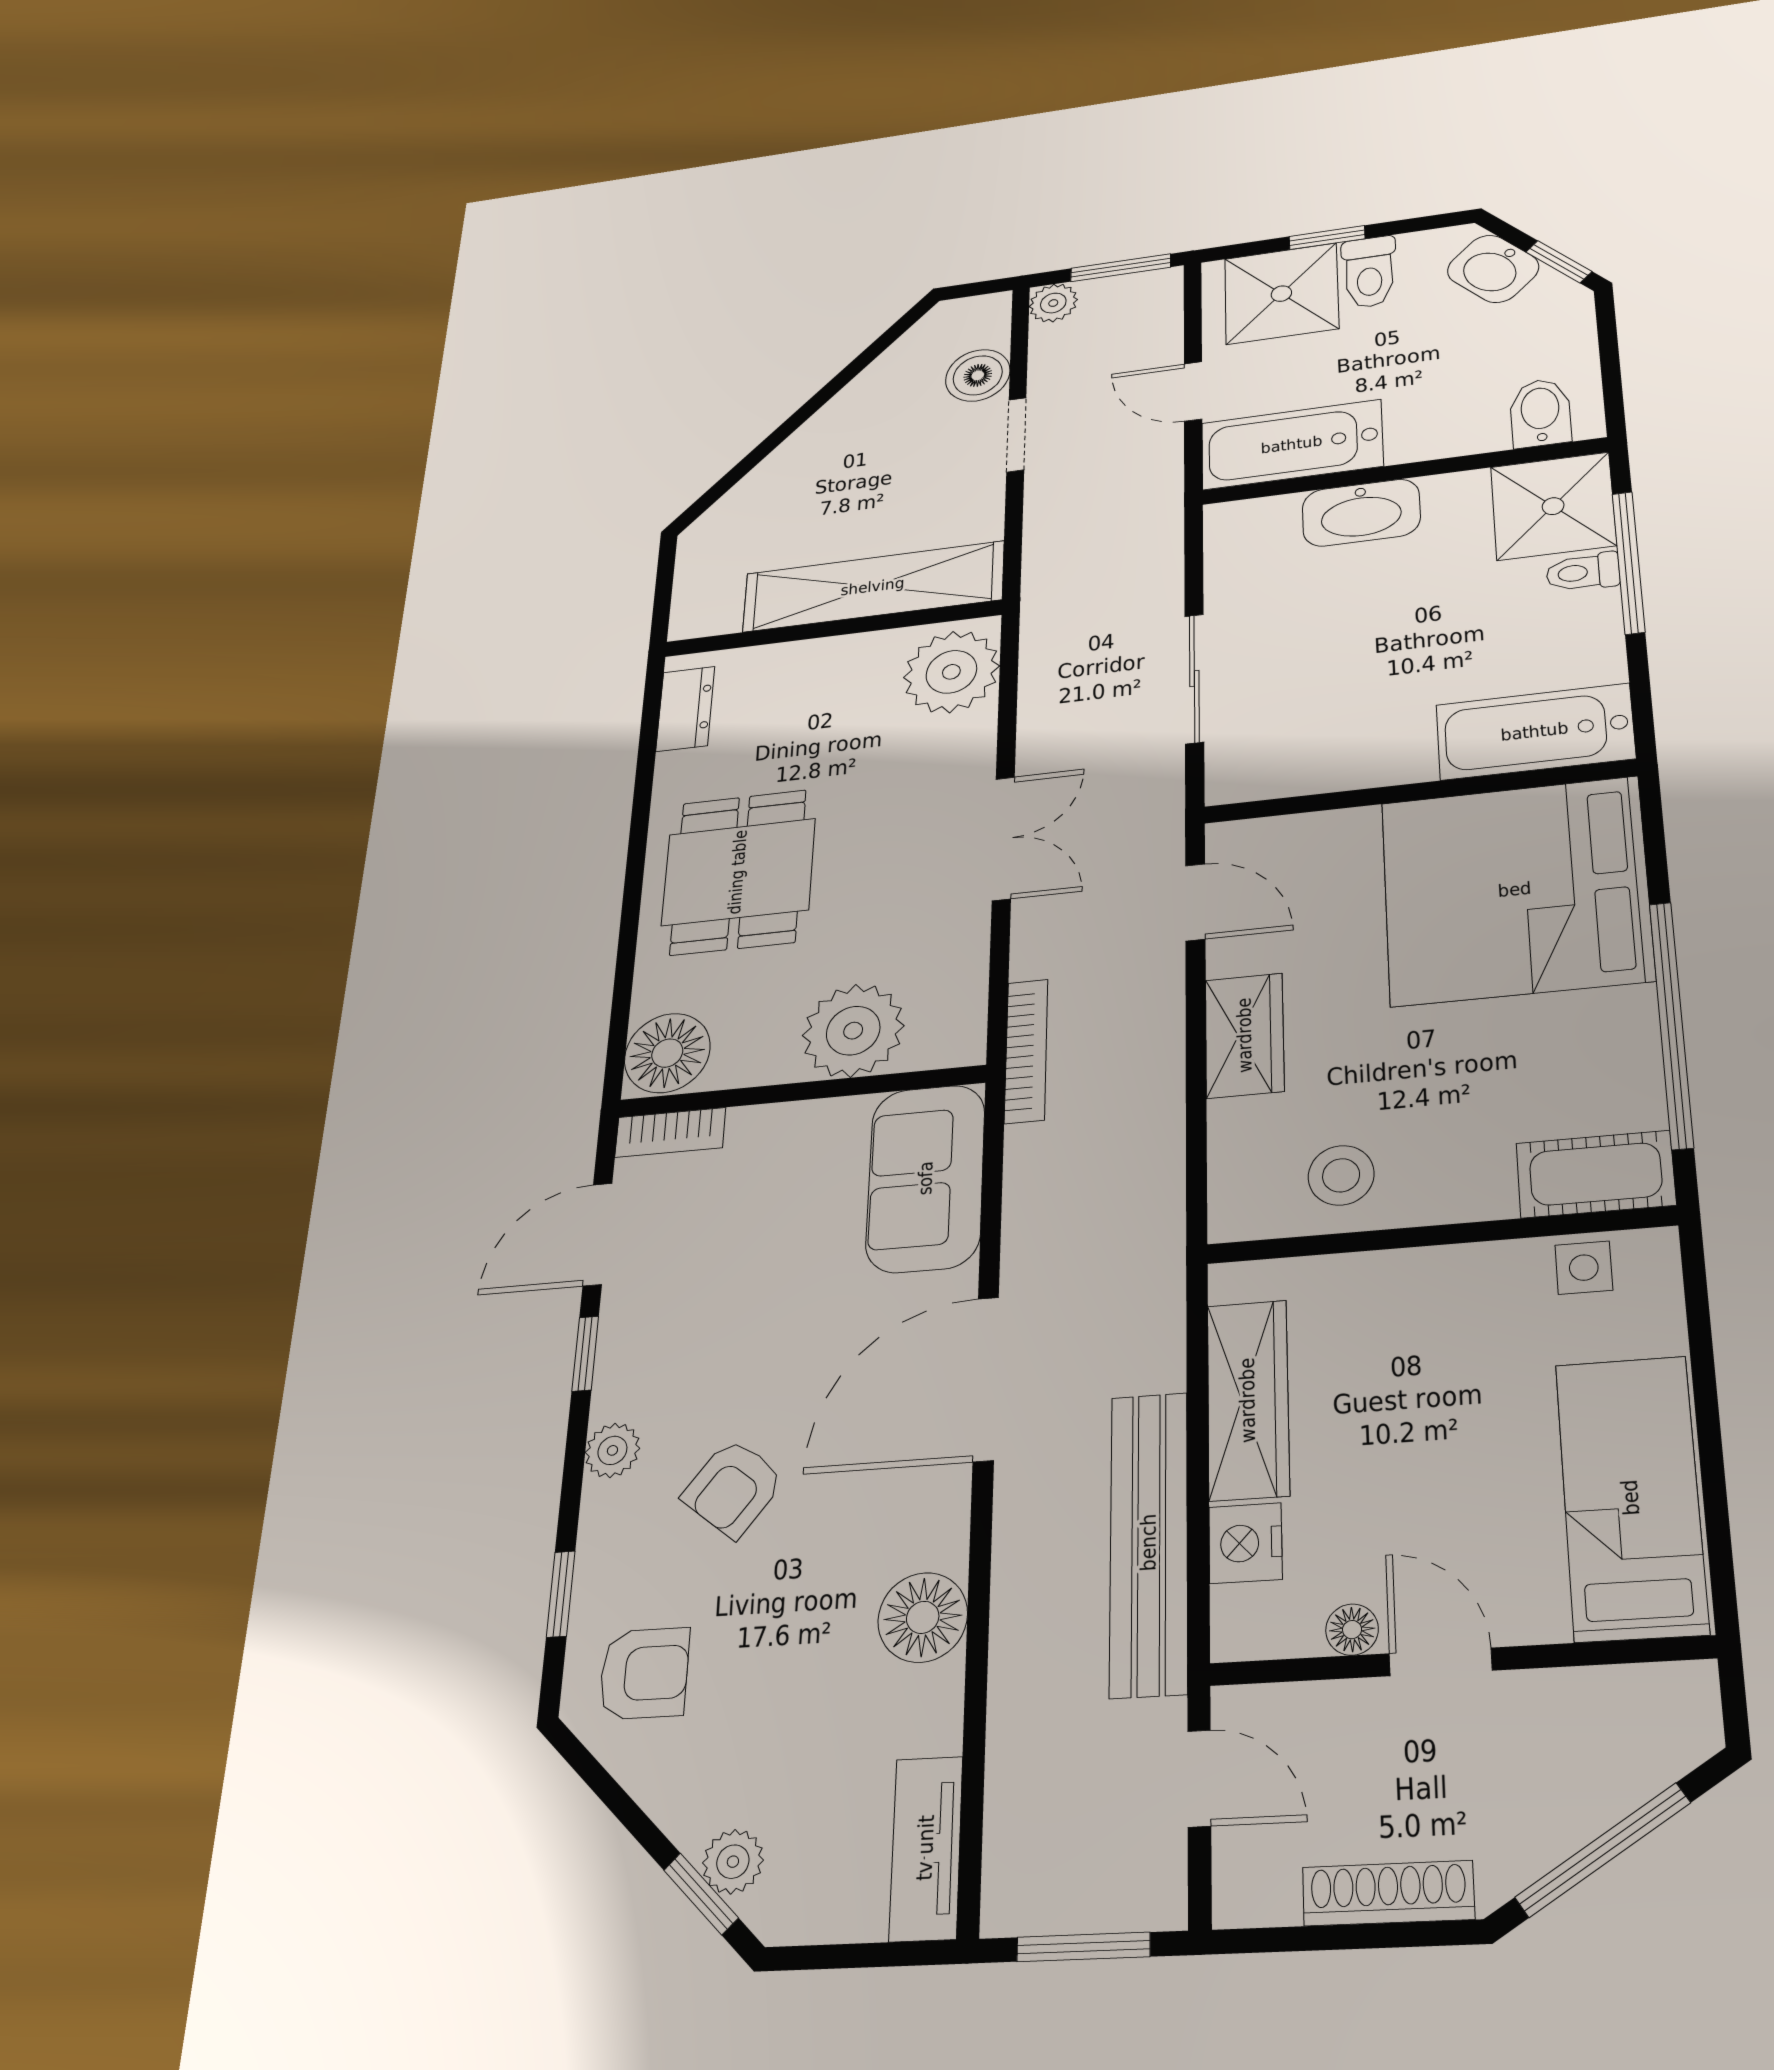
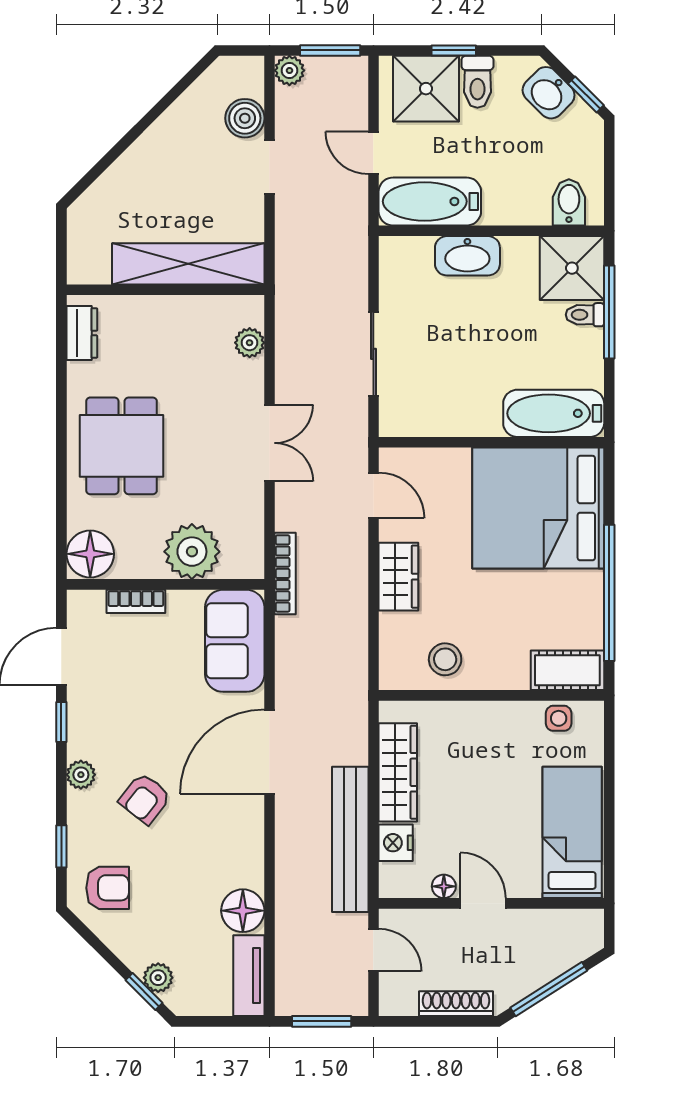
plant: (951, 672) -> (250, 343), width x0.53, depth x0.53
bookcase: (670, 1133) -> (136, 601), moved
floor lamp: (923, 1617) -> (243, 911), moved

